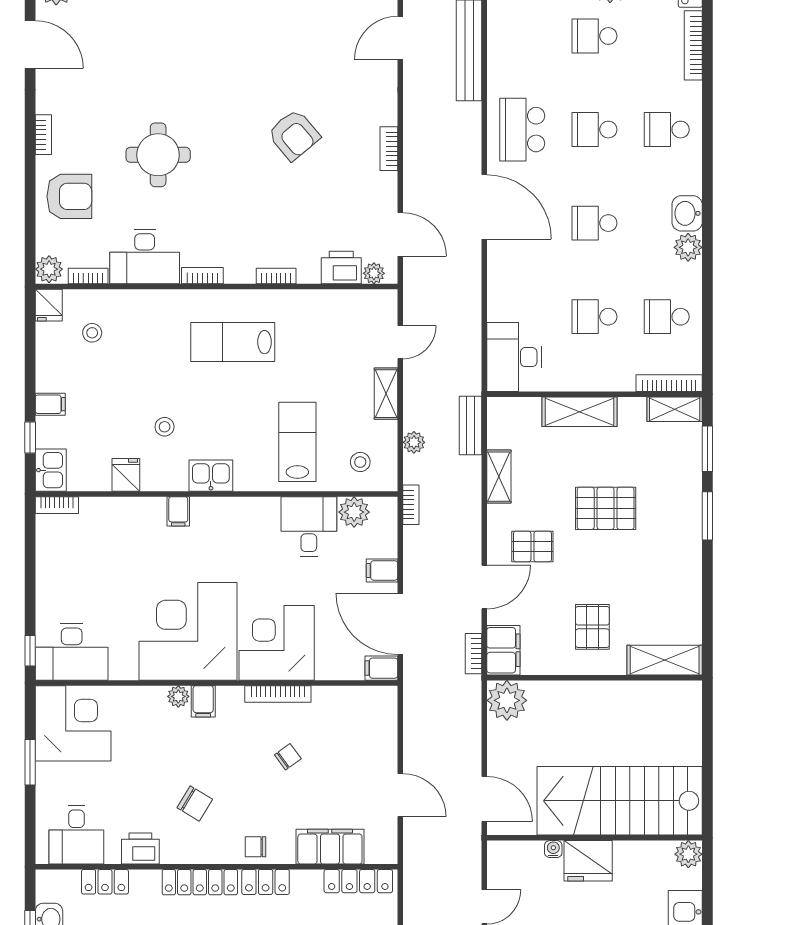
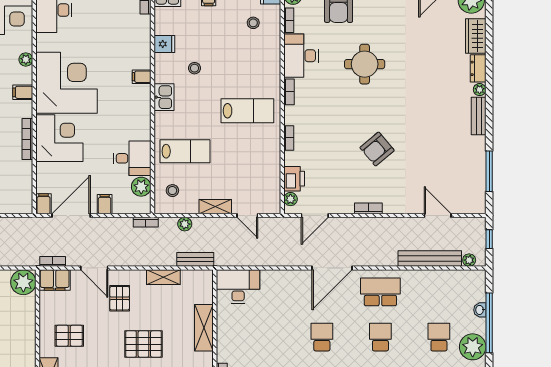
school desk: (594, 317) -> (263, 337), removed
lab bench: (233, 342) -> (247, 111), turned 90
pallet: (606, 508) -> (143, 344), turned 90
plant: (178, 696) -> (26, 59), moved

